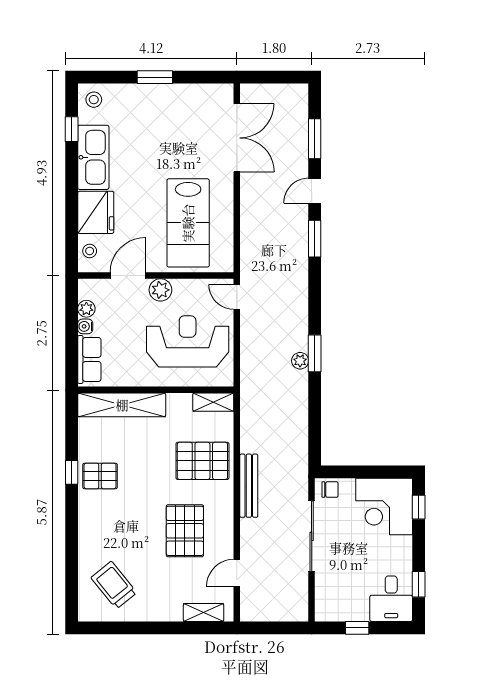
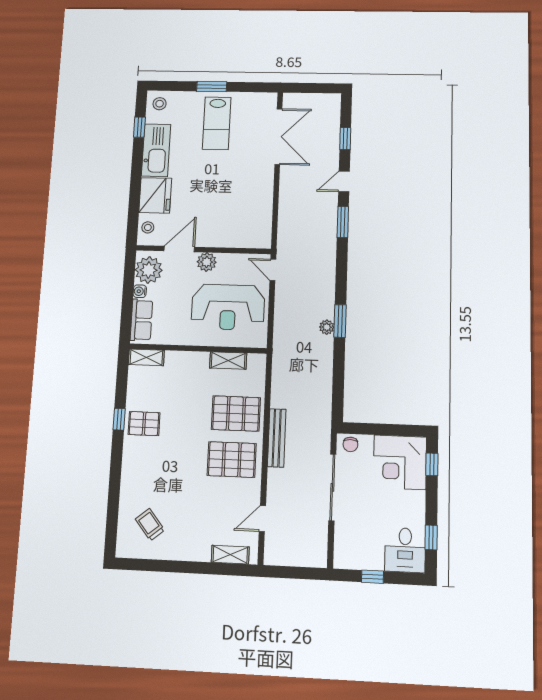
window: (315, 139) -> (345, 139), width x0.67
lab bench: (188, 223) -> (217, 123), moved, width x0.73, depth x0.72
plant: (86, 309) -> (149, 270), width x1.87, depth x1.87
reception desk: (188, 341) -> (228, 307), turned 180
shelving: (213, 402) -> (228, 360), moved
shelving: (122, 405) -> (146, 357), width x0.45, depth x0.75
chair: (330, 490) -> (350, 444), turned 90
pallet: (185, 531) -> (232, 460), moved, turned 90
trolley: (114, 585) -> (150, 525), width x0.73, depth x0.72

